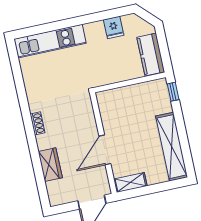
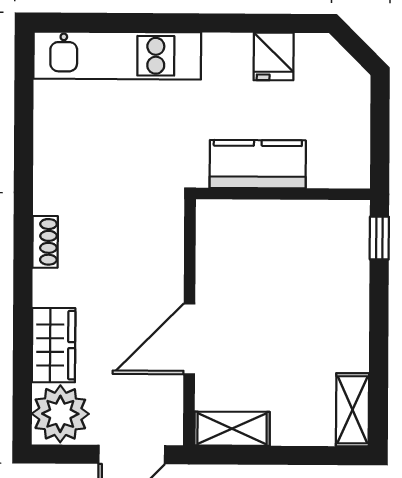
kitchen counter: (151, 55) -> (258, 164), moved, turned 90
shelving: (172, 147) -> (353, 410), width x0.45, depth x0.75
plant: (59, 192) -> (60, 414), added

